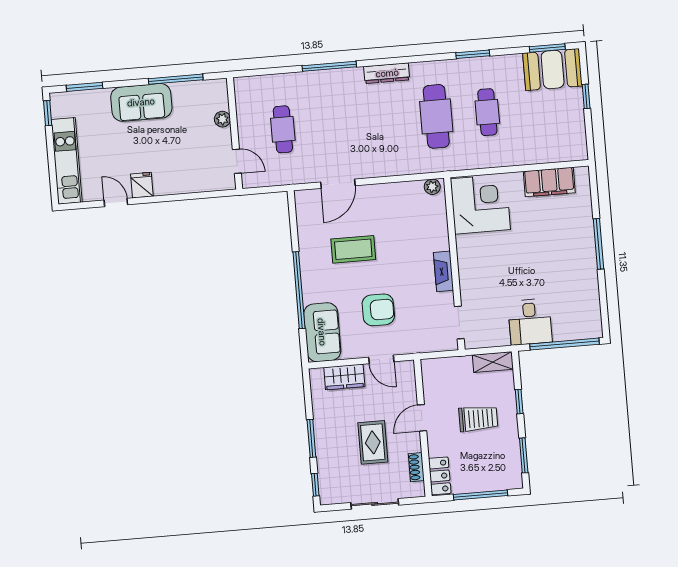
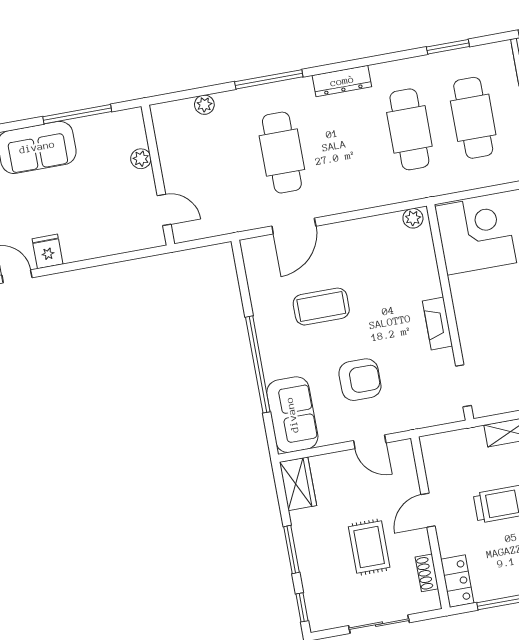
plant: (277, 81) -> (204, 105), added
cafe table: (487, 112) -> (473, 118), width x1.37, depth x1.35
cafe table: (283, 129) -> (282, 153), moved, width x1.37, depth x1.35
wardrobe: (344, 377) -> (298, 484), moved, turned -90

